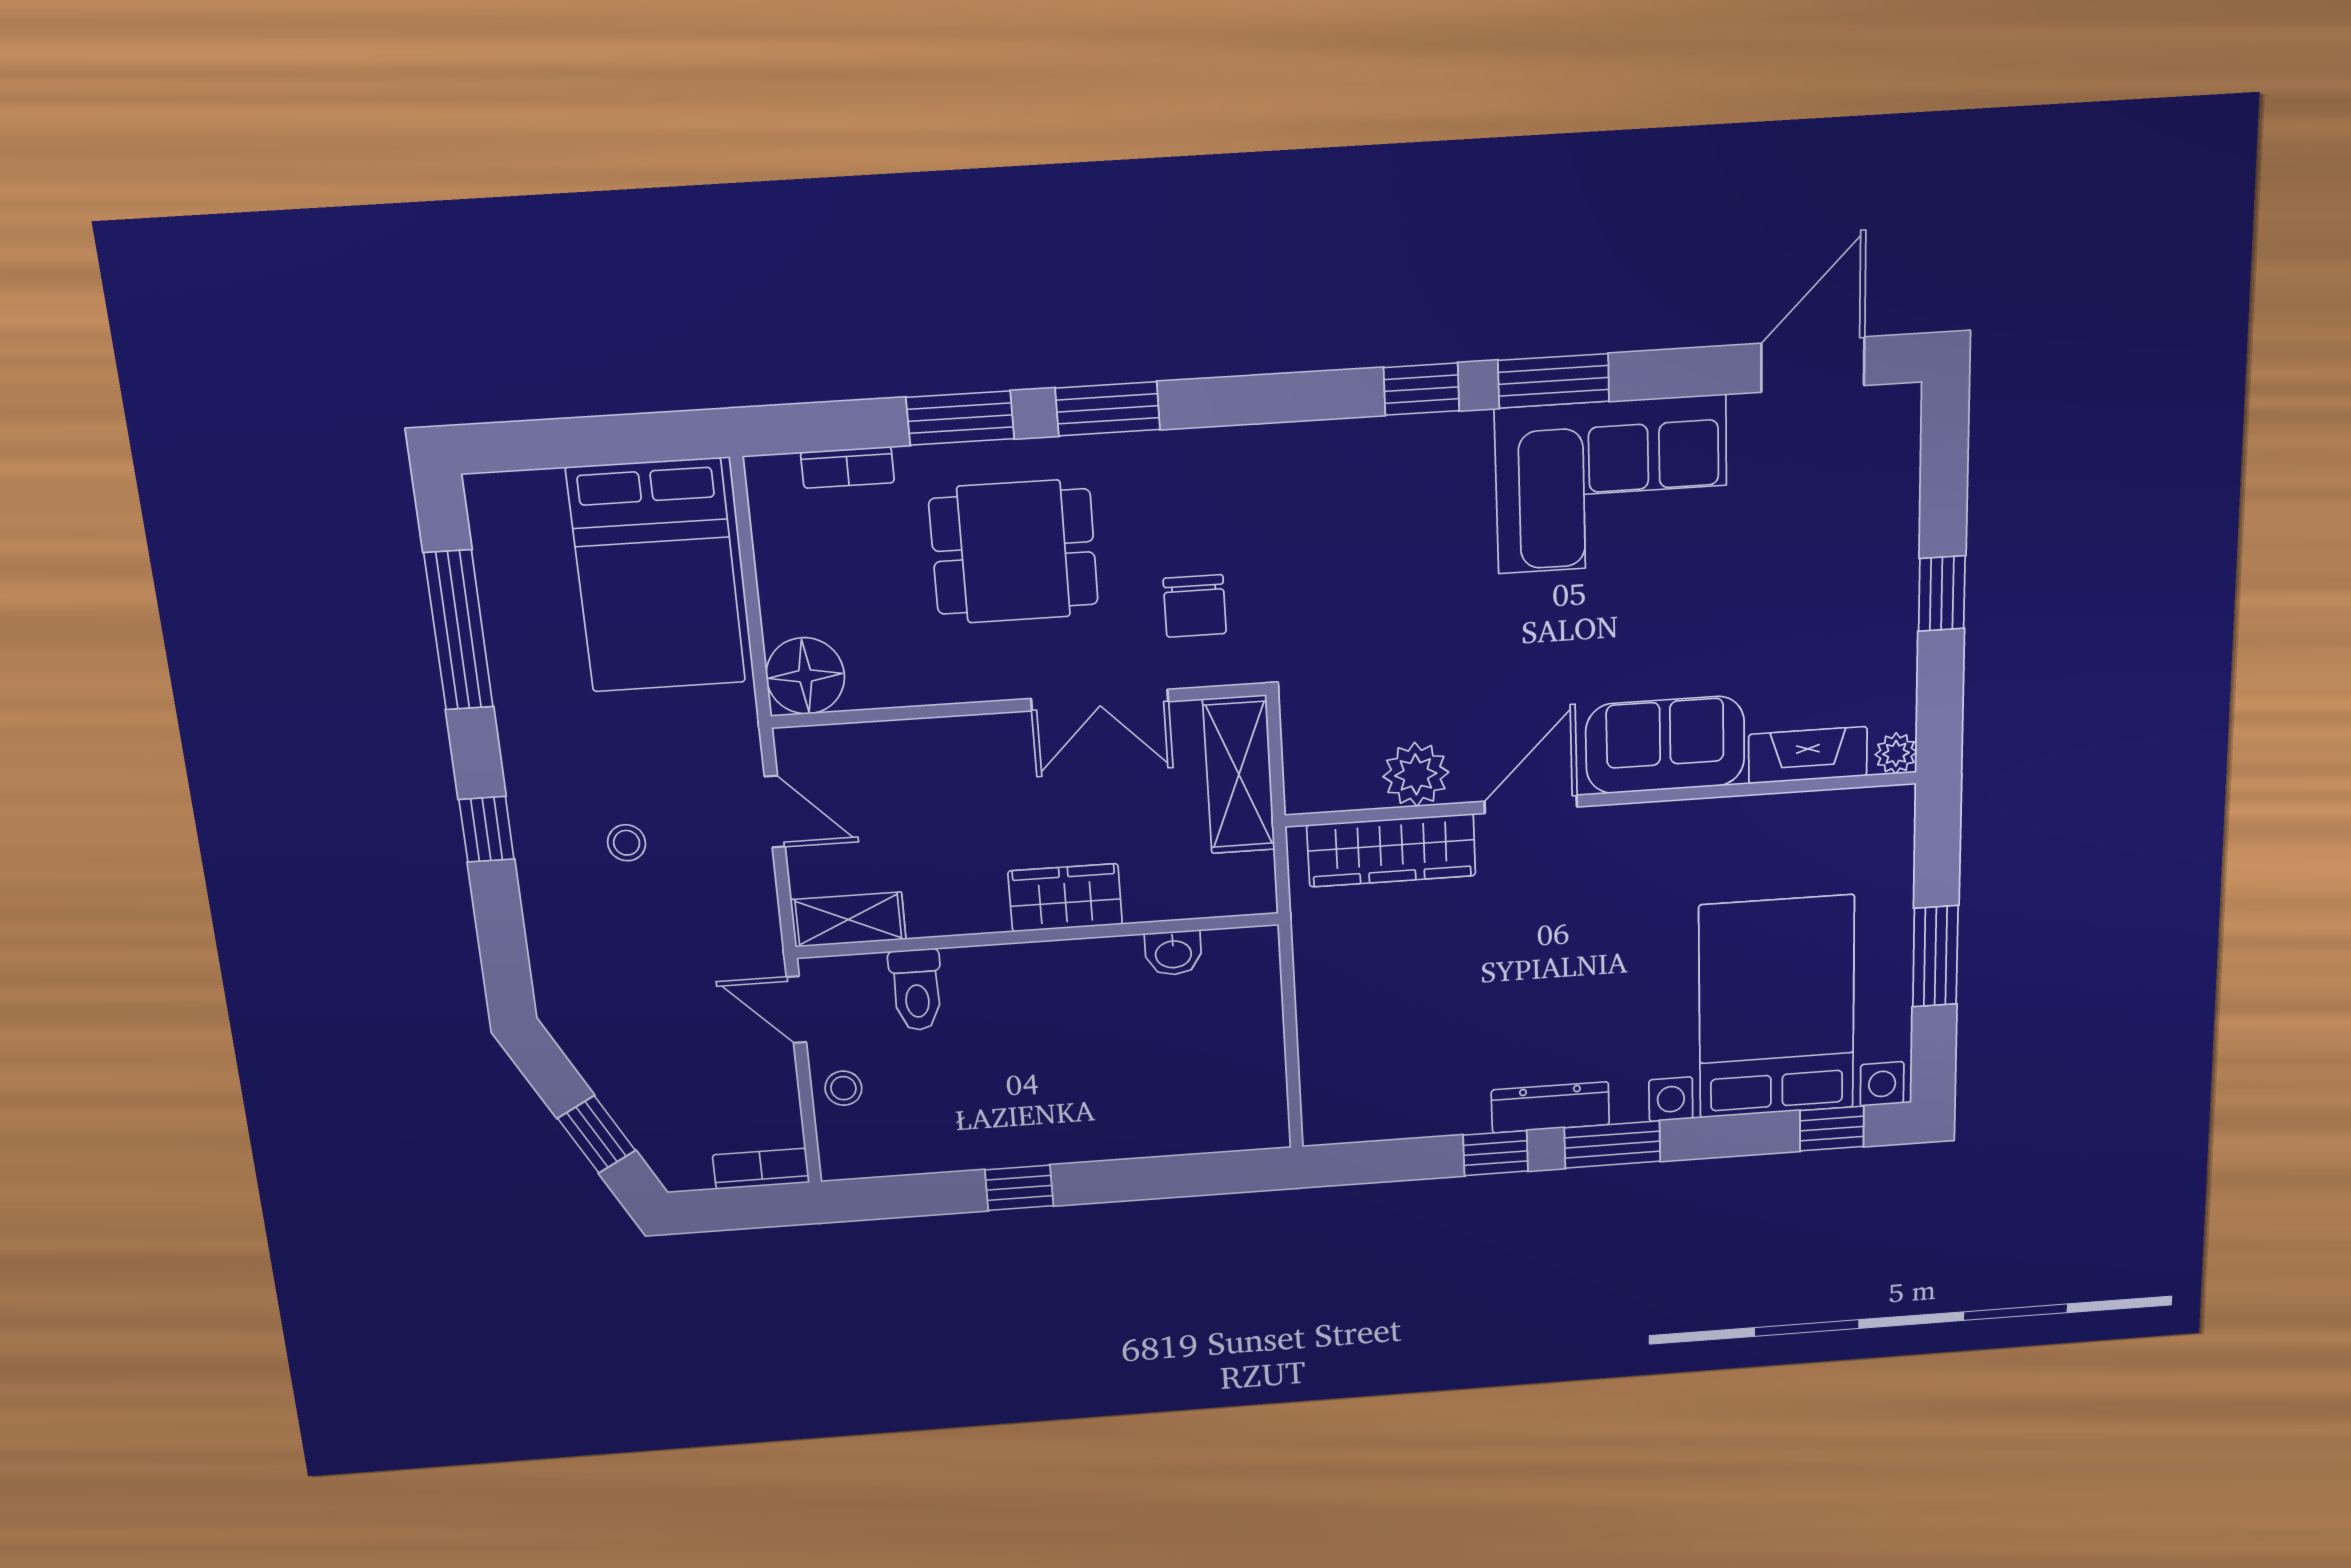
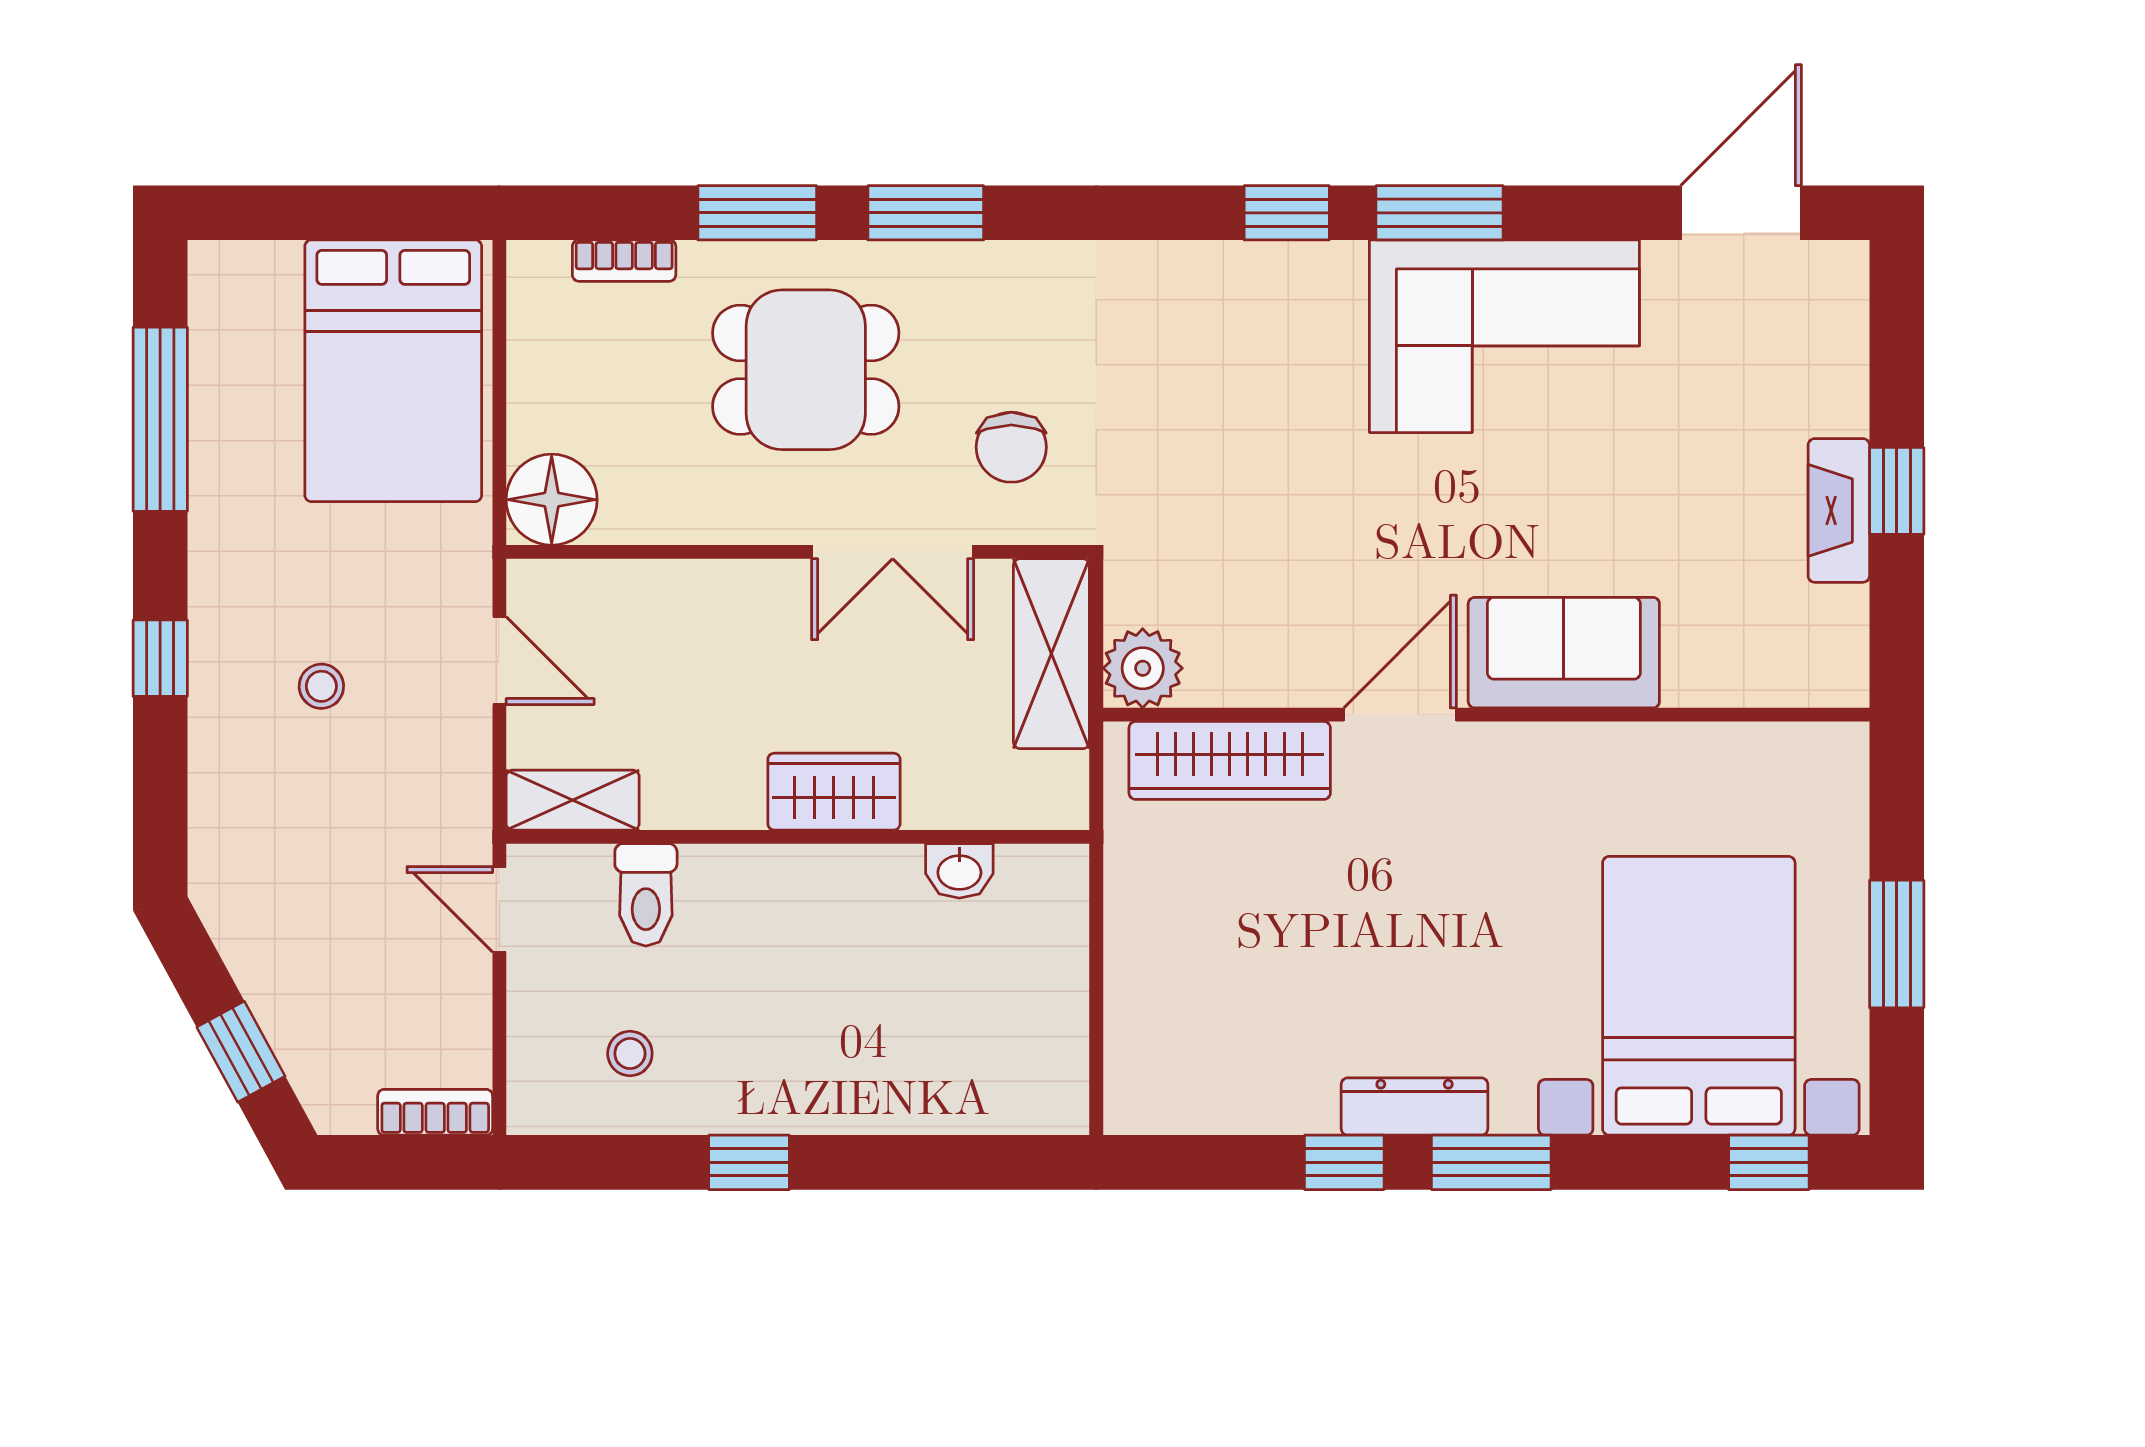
plant: (1896, 753) -> (1844, 682), removed
fireplace: (1808, 755) -> (1839, 510), moved, turned -90
plant: (1416, 774) -> (1143, 668), moved
stool: (843, 1088) -> (630, 1054), moved

